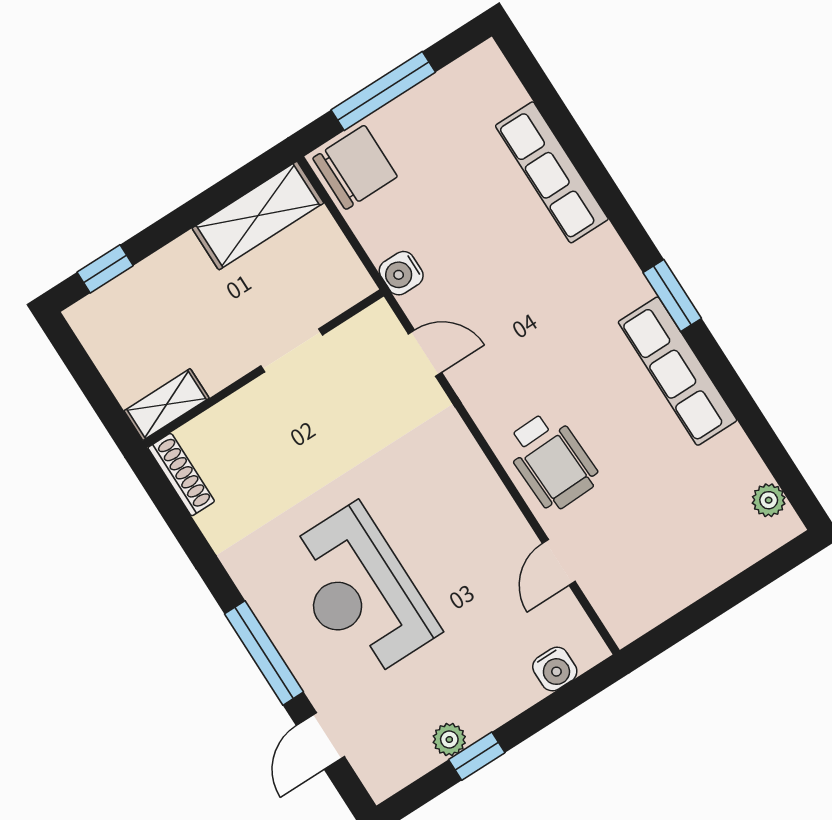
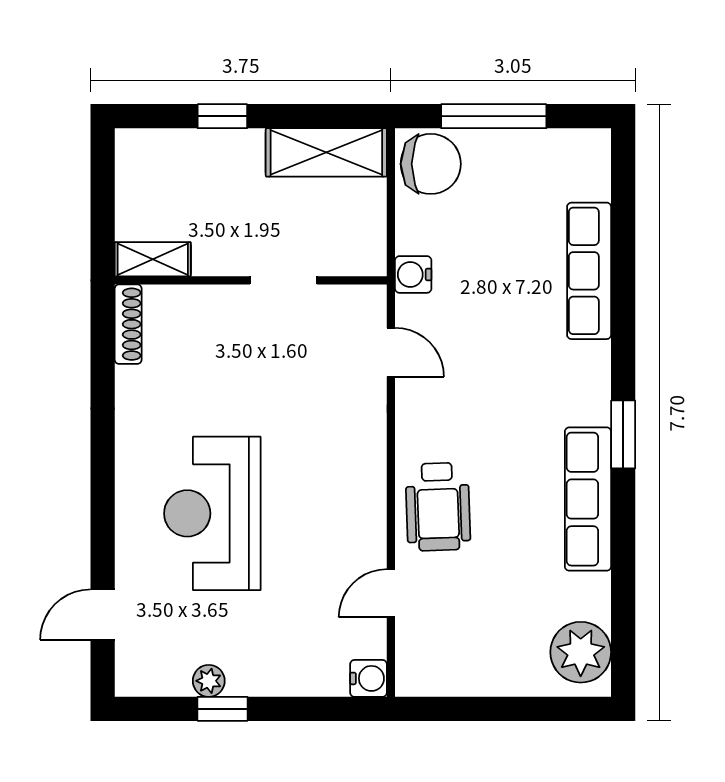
window: (105, 269) -> (222, 116), moved
plant: (769, 500) -> (581, 652), width x1.88, depth x1.88
window: (264, 653) -> (103, 513), removed
water cooler: (555, 669) -> (368, 678), moved, turned -90

